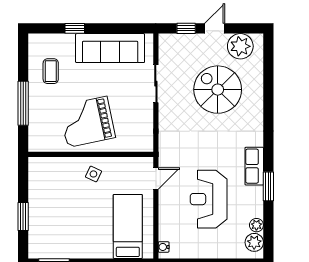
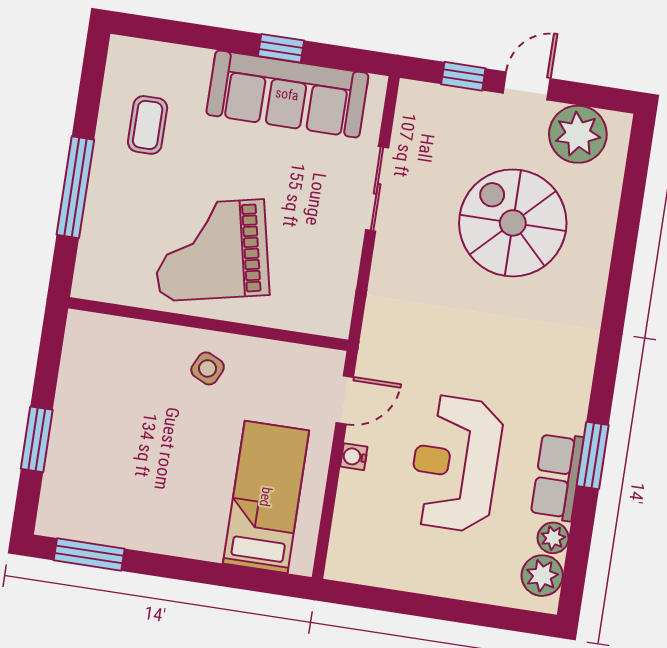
window: (75, 28) -> (281, 48), moved
row of seats: (254, 166) -> (557, 476), moved
water cooler: (164, 247) -> (354, 457), moved

